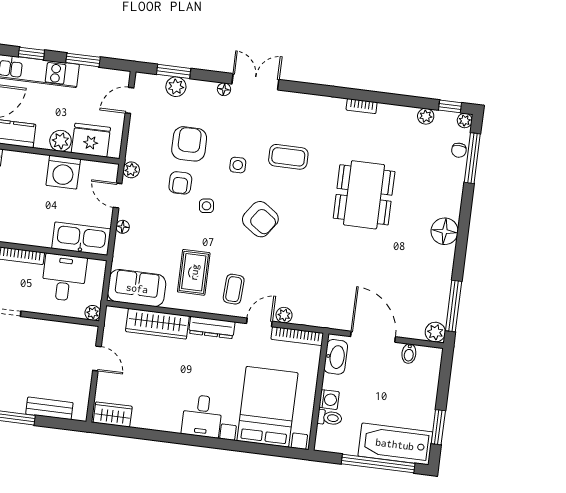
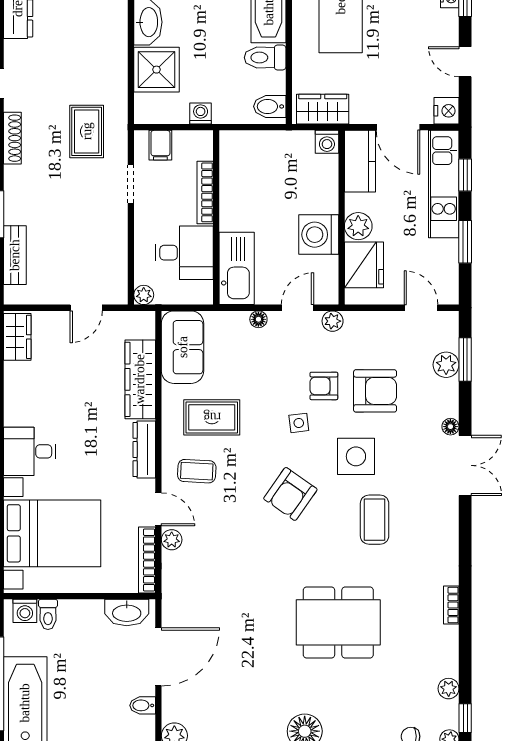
side table: (238, 165) -> (356, 456), width x1.87, depth x1.87
washing machine: (329, 400) -> (25, 611), moved

